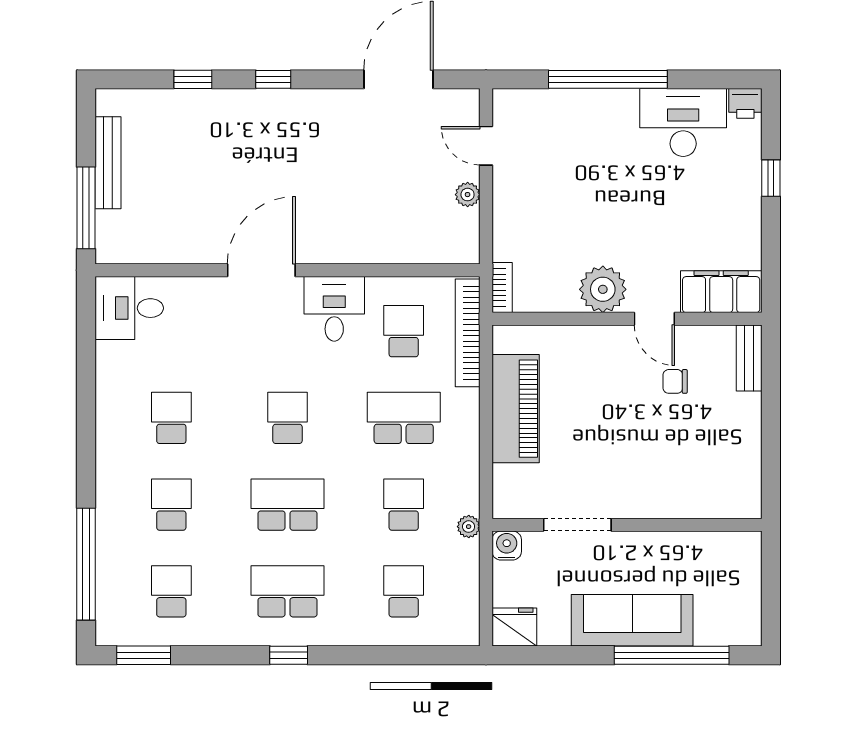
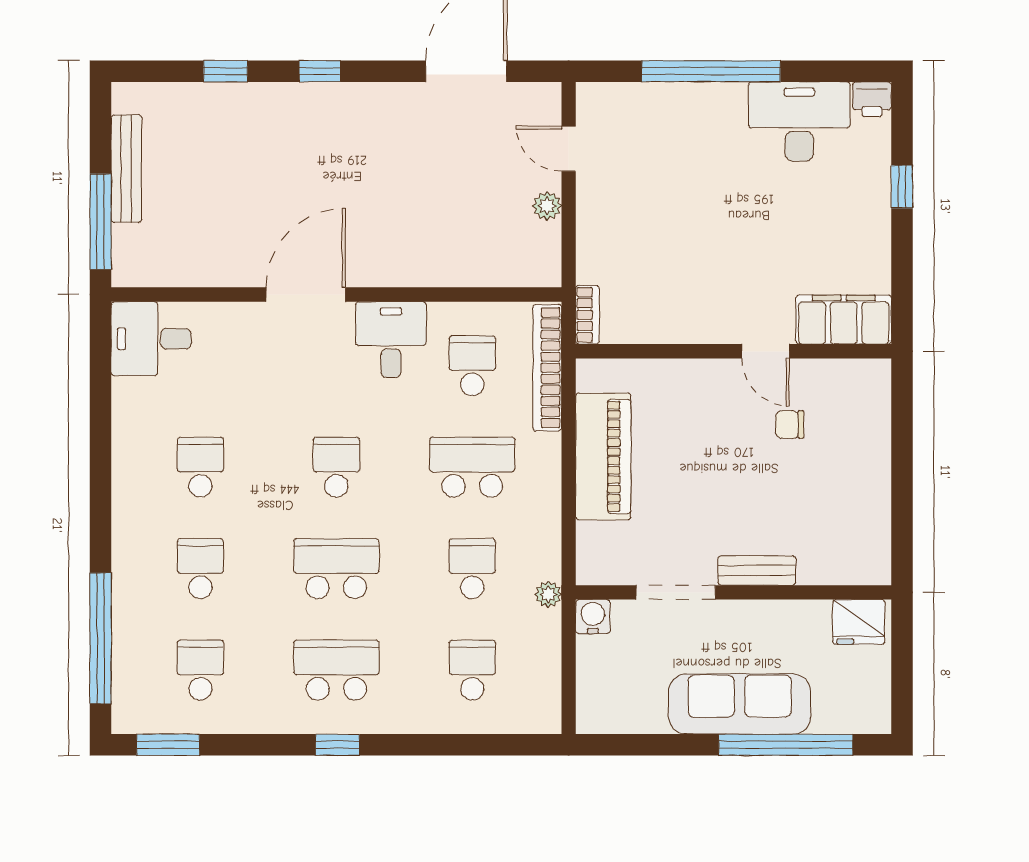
plant: (603, 289) -> (705, 317), removed
bench: (749, 358) -> (757, 571), moved, turned 90
fridge: (514, 627) -> (859, 622), moved, turned 180

